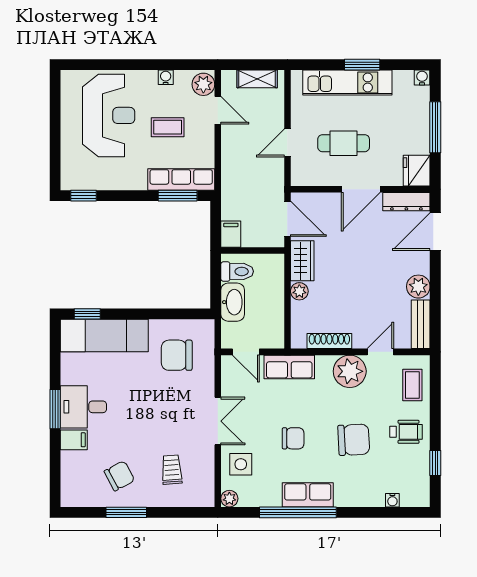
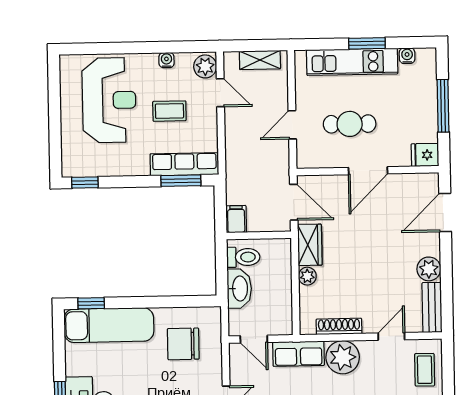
water cooler: (422, 78) -> (407, 56), moved
fridge: (417, 171) -> (425, 155), width x0.72
dresser: (406, 202) -> (415, 182), removed
plant: (350, 371) -> (343, 357), moved

